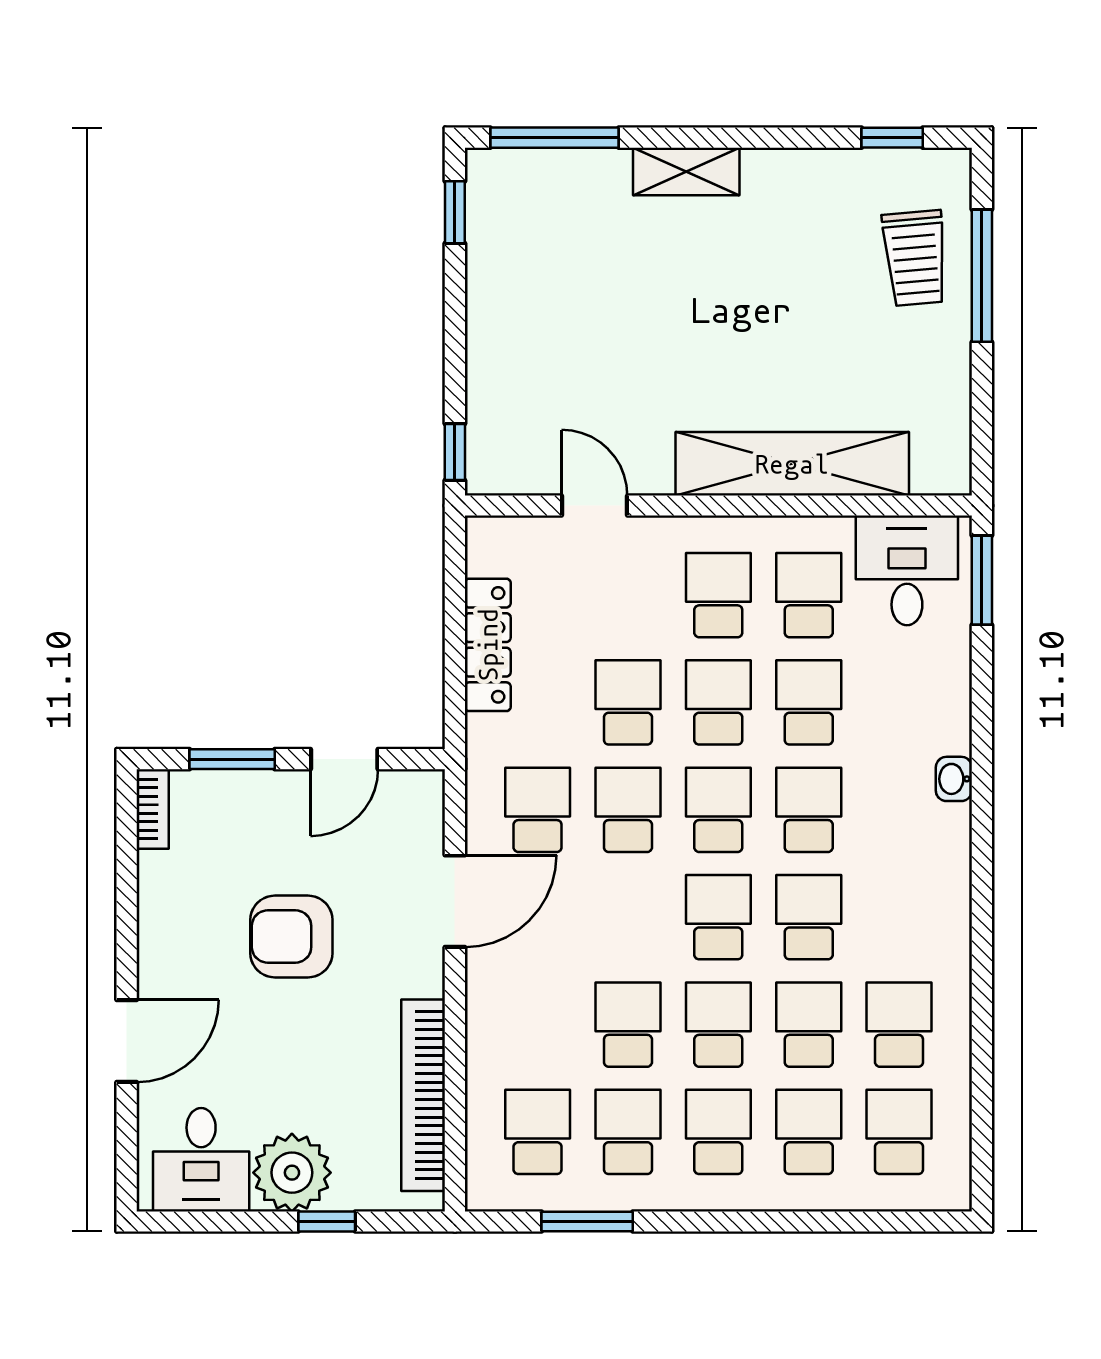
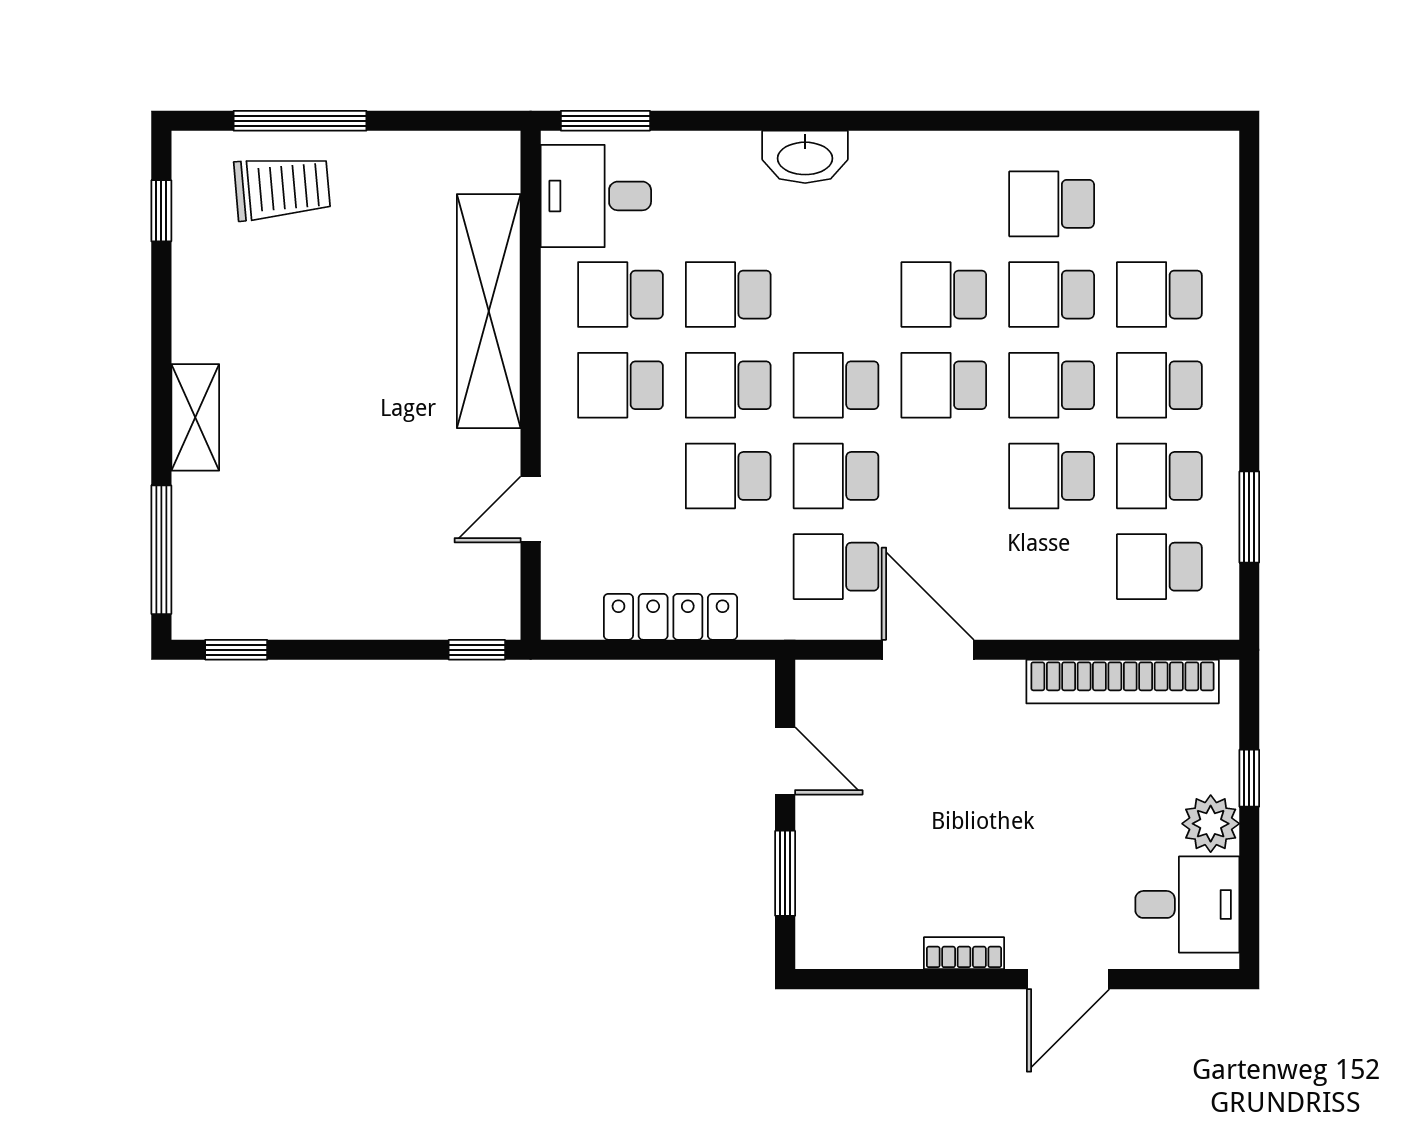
washbasin: (954, 779) -> (805, 157), width x1.91, depth x1.45
bookcase: (153, 809) -> (964, 953), moved
school desk: (809, 810) -> (836, 295), removed
armchair: (291, 936) -> (963, 814), removed
door: (127, 1041) -> (1068, 979), swing flipped
school desk: (899, 1132) -> (1159, 204), removed
plant: (292, 1173) -> (1211, 824), width x0.73, depth x0.73

